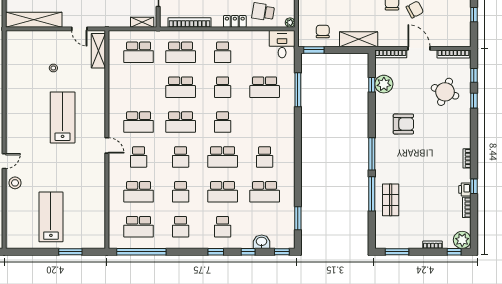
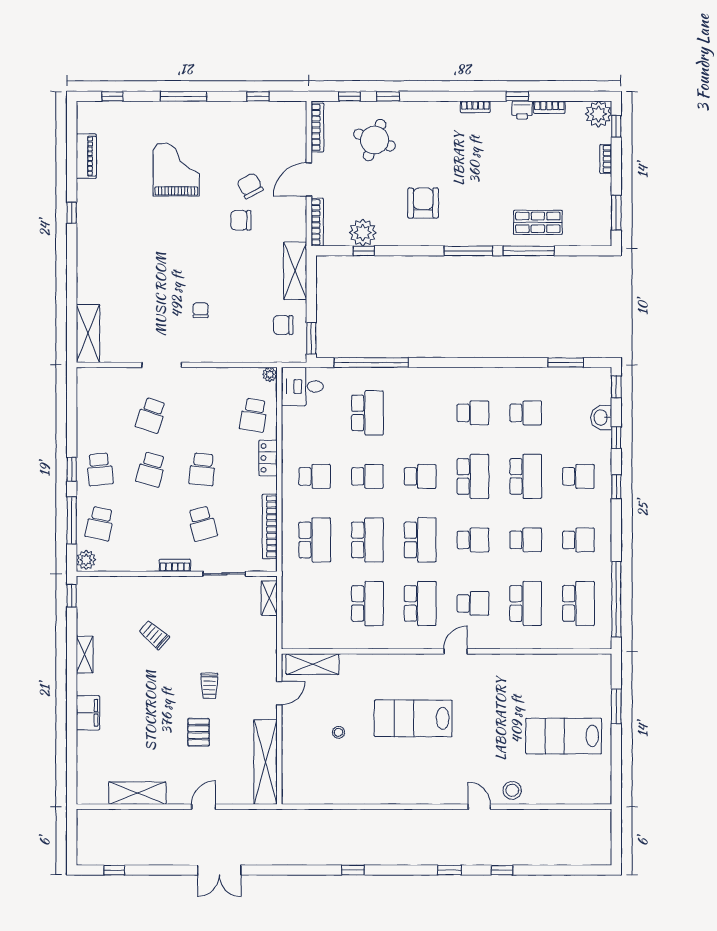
school desk: (139, 52) -> (367, 603), moved
window: (298, 90) -> (371, 362), width x1.46
school desk: (265, 192) -> (526, 413), width x0.54

